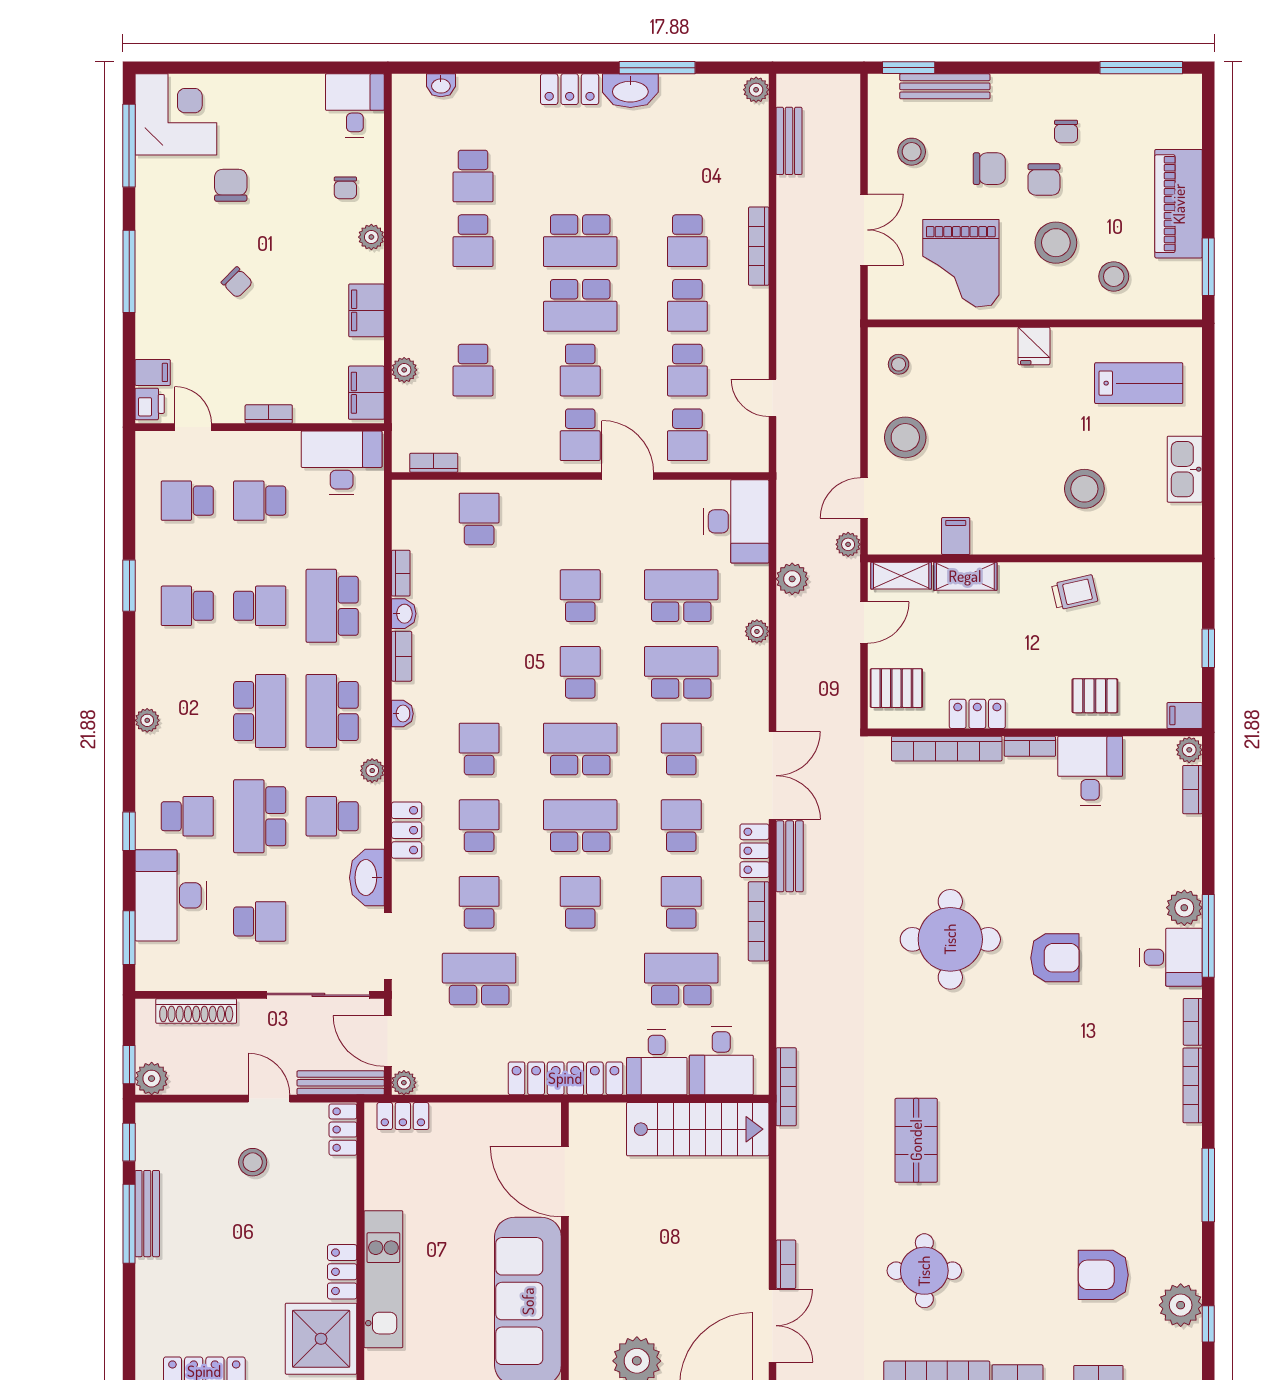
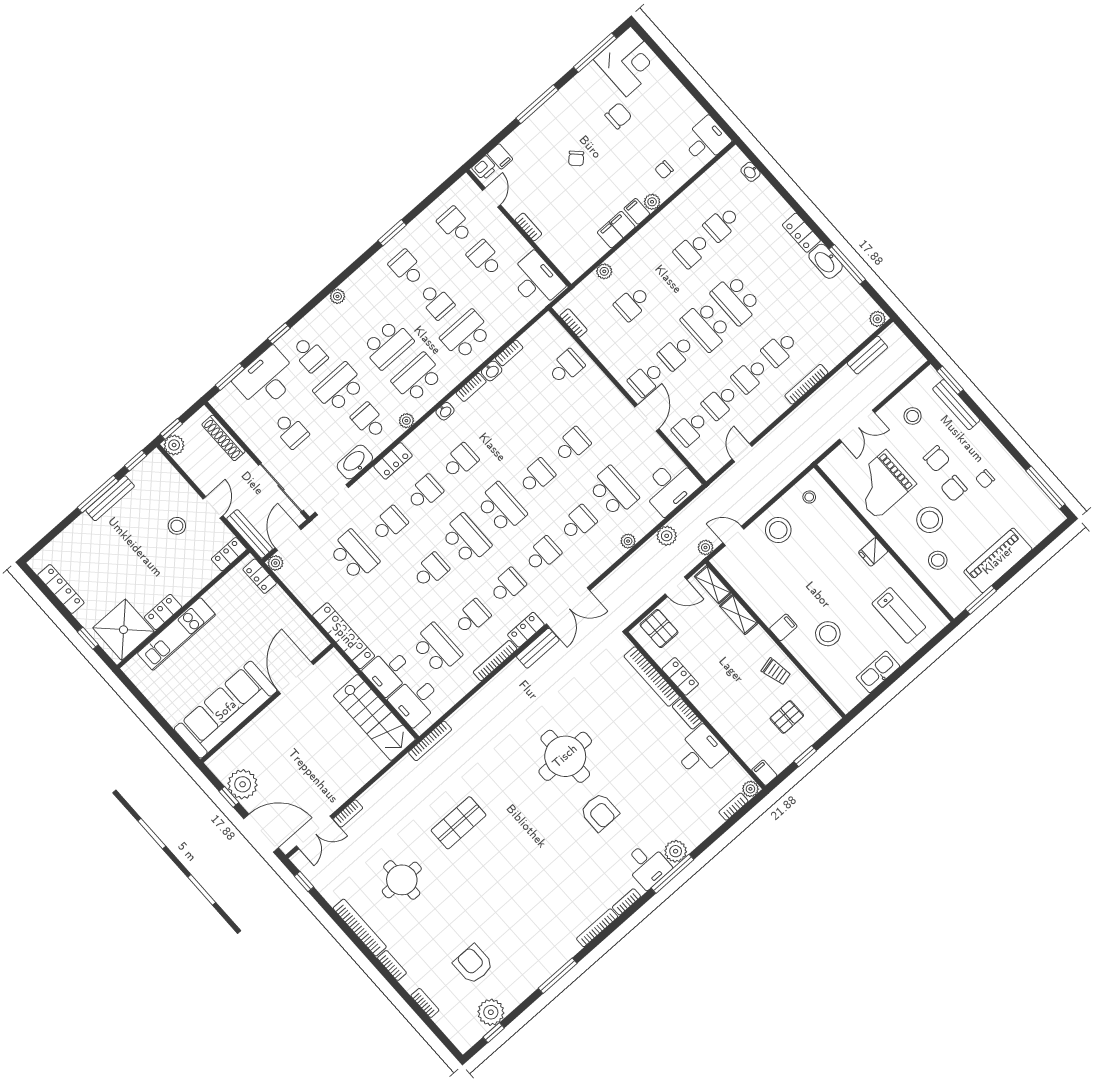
filing cabinet: (366, 393) -> (637, 211), moved, width x0.50
filing cabinet: (956, 536) -> (783, 627), moved
school desk: (681, 672) -> (578, 523), width x0.54
pallet: (1095, 696) -> (787, 717), moved, turned 90

